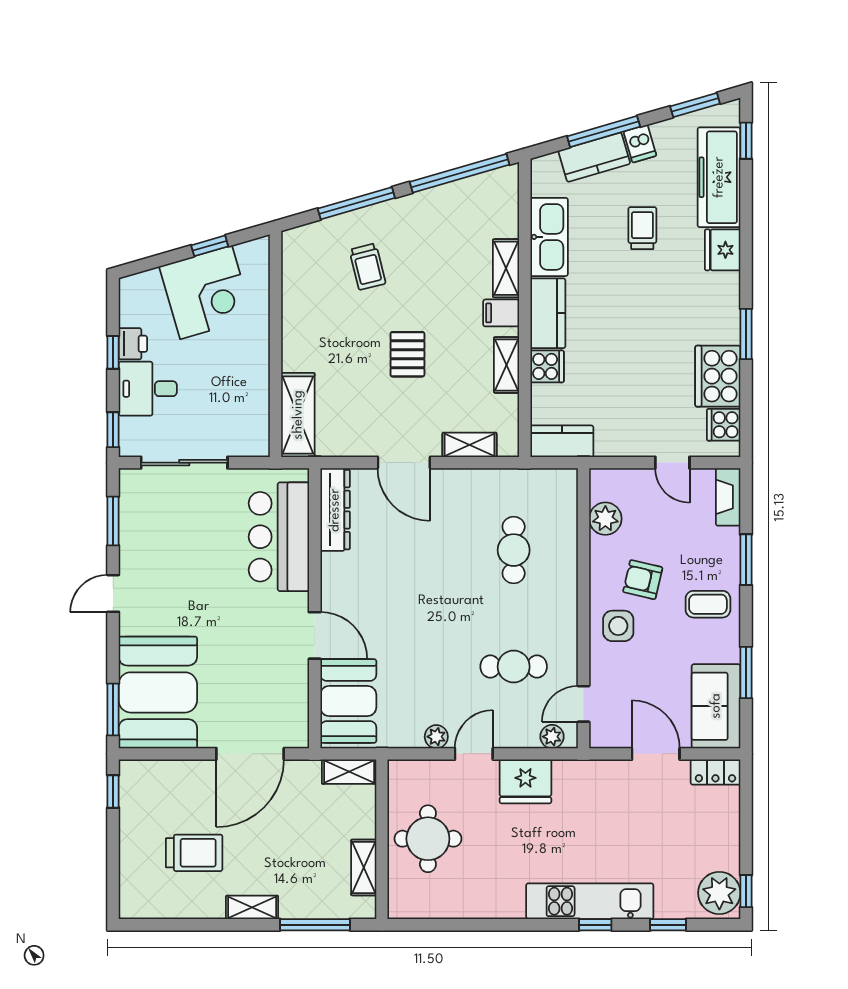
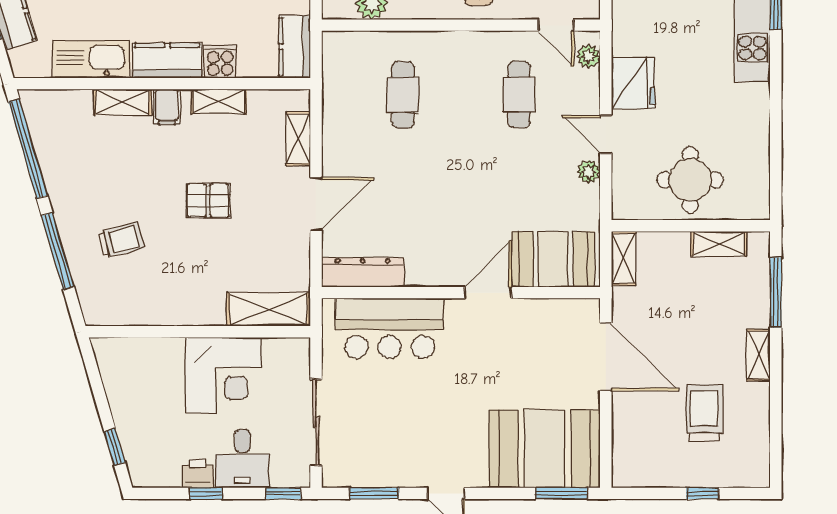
window: (210, 246) -> (115, 447), moved
corner desk: (206, 292) -> (223, 375), moved, turned 106
cafe table: (514, 550) -> (403, 95), turned 90
window: (113, 791) -> (703, 493), moved

